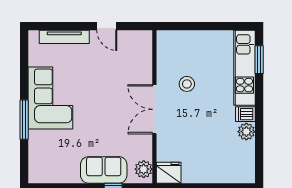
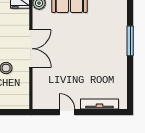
corner sofa: (50, 98) -> (110, 57), removed

